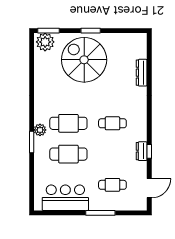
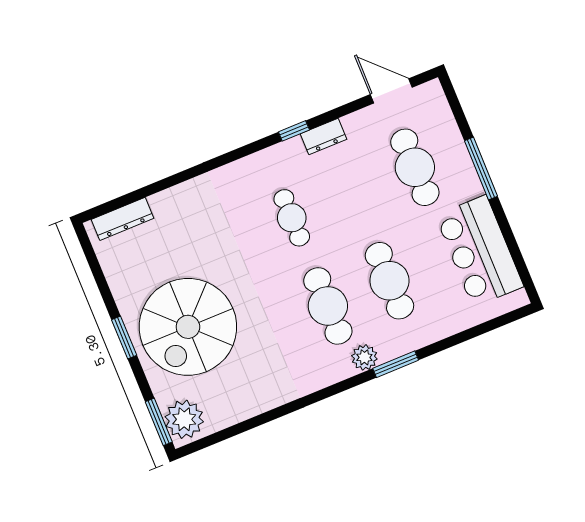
dresser: (142, 73) -> (122, 219), moved
window: (149, 151) -> (294, 131), moved
cafe table: (112, 185) -> (415, 167), width x1.37, depth x1.35

